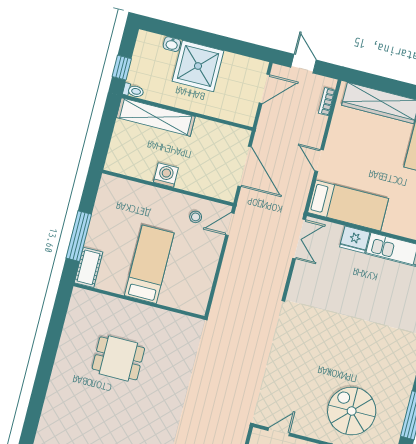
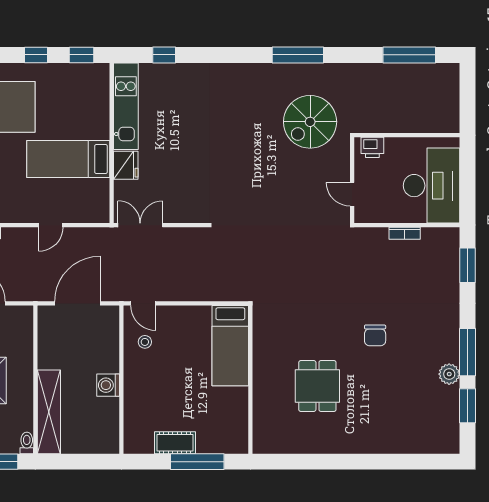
bed: (348, 206) -> (68, 159), moved, turned -90
bed: (149, 264) -> (230, 346), moved, turned -90
cot: (89, 267) -> (175, 443), moved
chair: (150, 420) -> (375, 335), added

